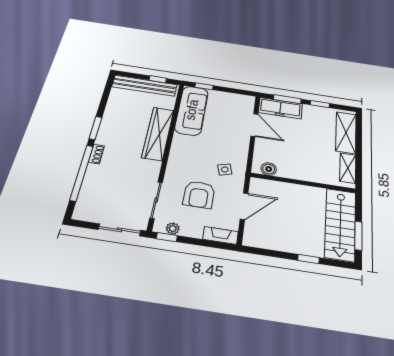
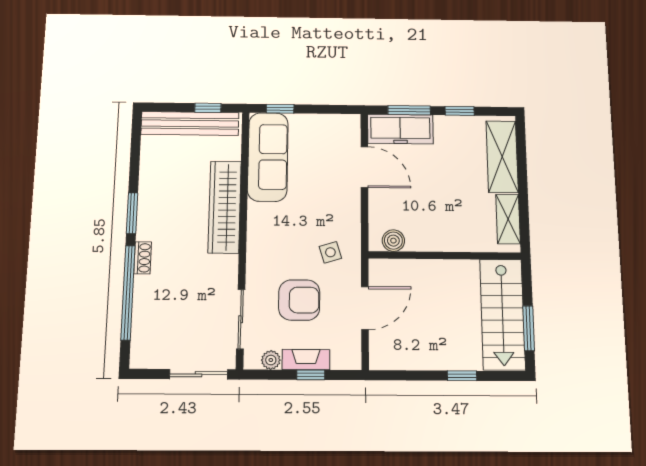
armchair: (199, 195) -> (299, 300), turned -90
fireplace: (221, 235) -> (306, 360), moved
window: (167, 237) -> (311, 375), moved

